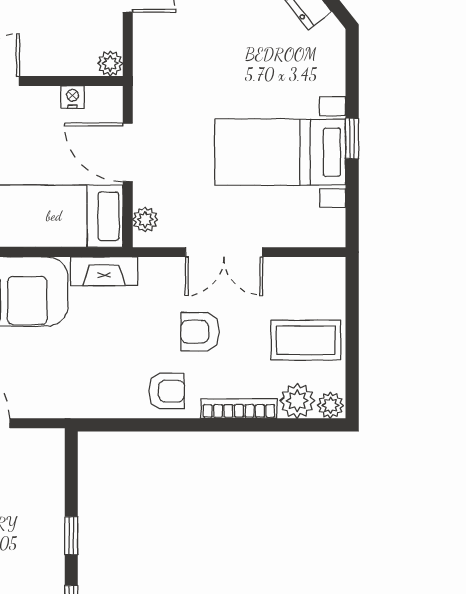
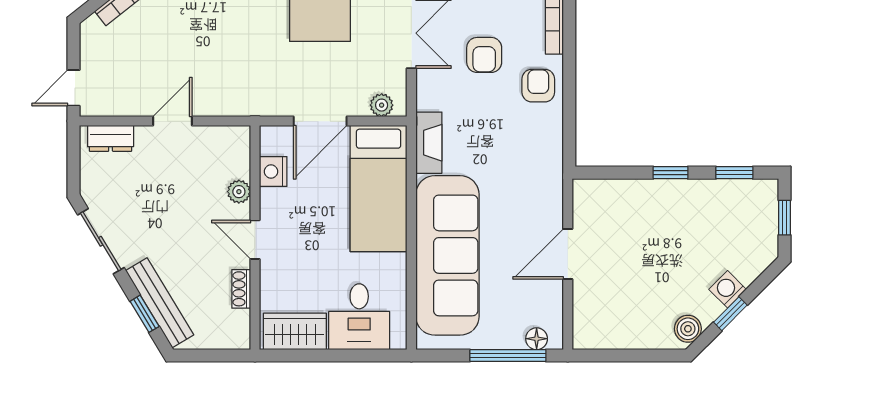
plant: (110, 63) -> (239, 192), moved
nightstand: (73, 97) -> (273, 172), width x1.39, depth x1.35

